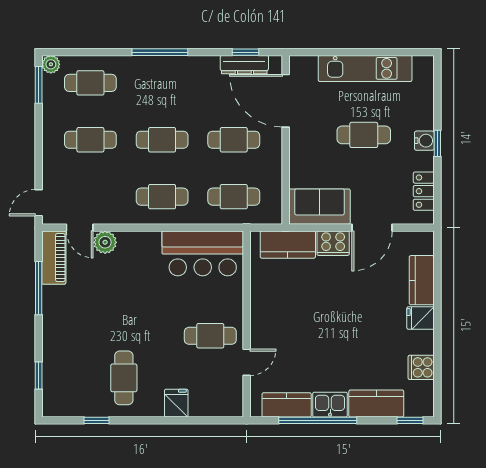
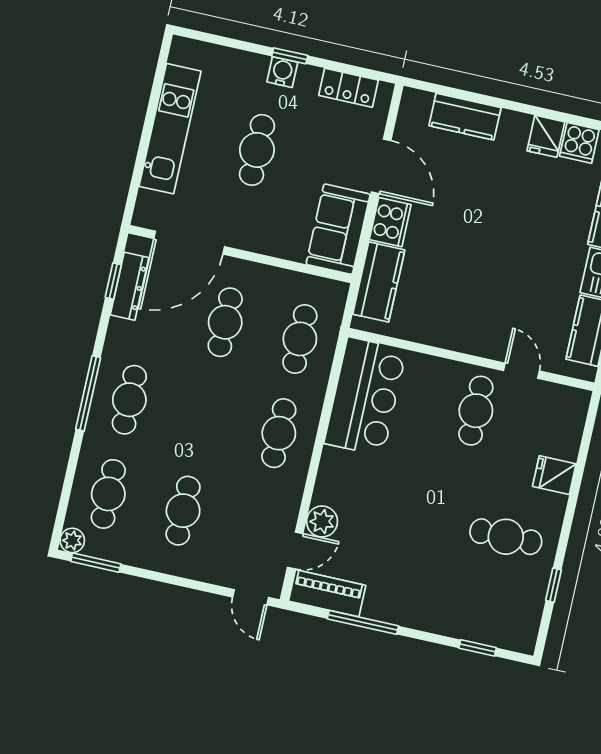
cafe table: (162, 140) -> (129, 400), moved
fridge: (420, 318) -> (546, 136), moved

